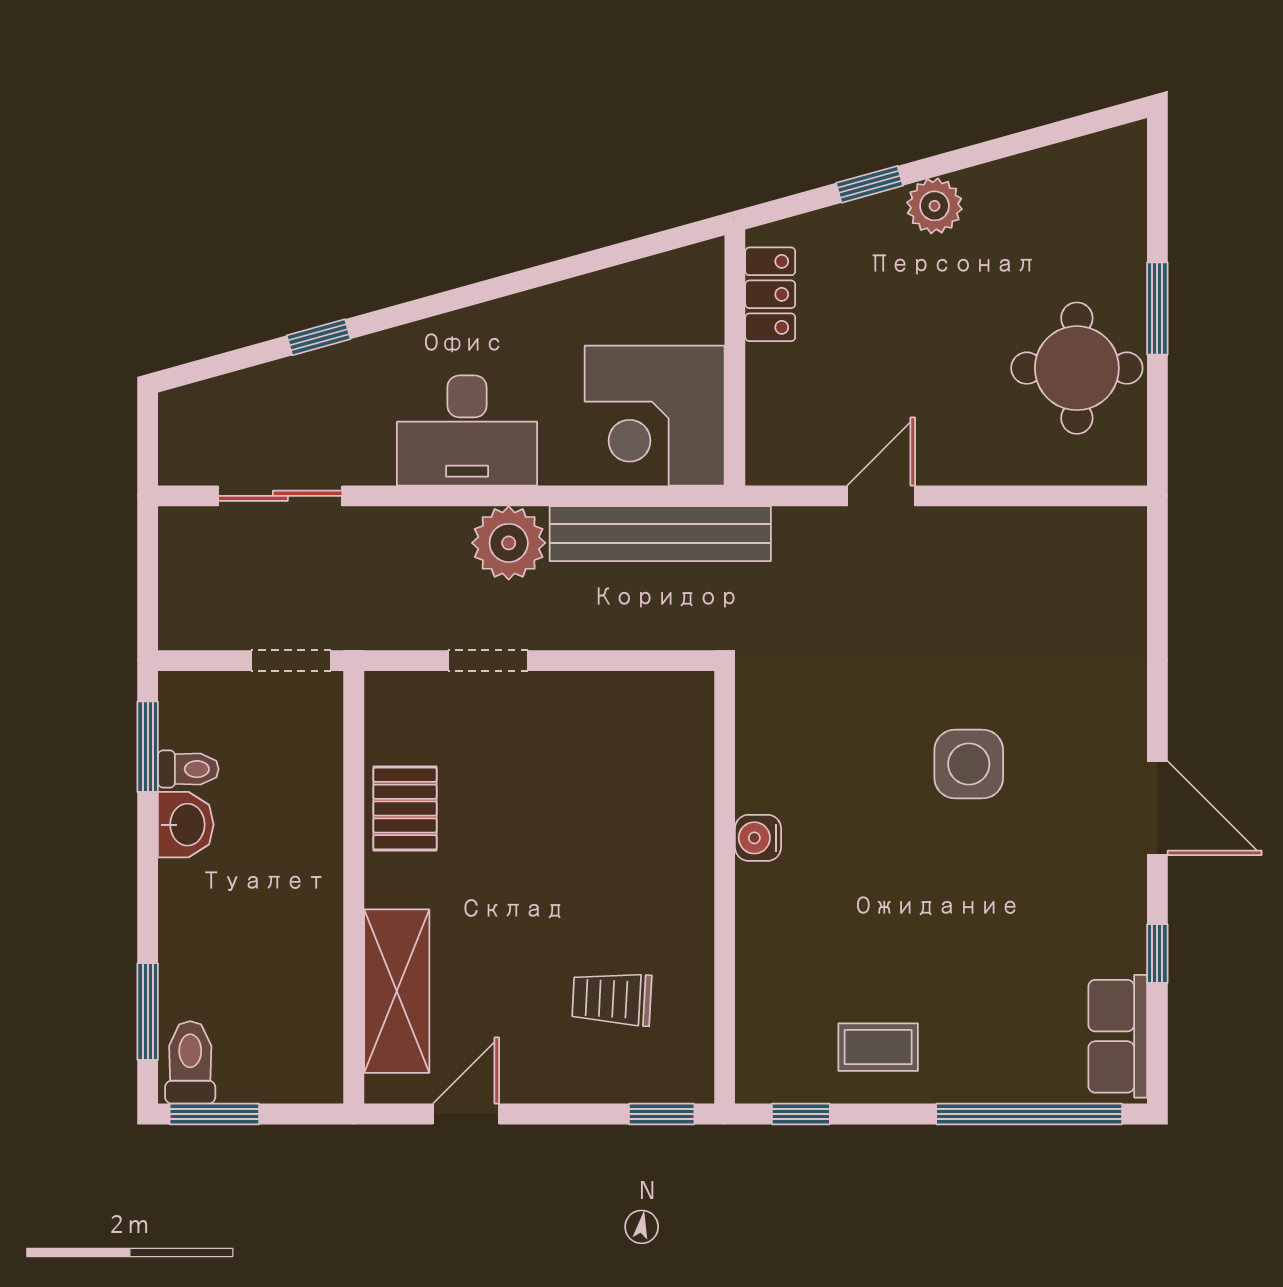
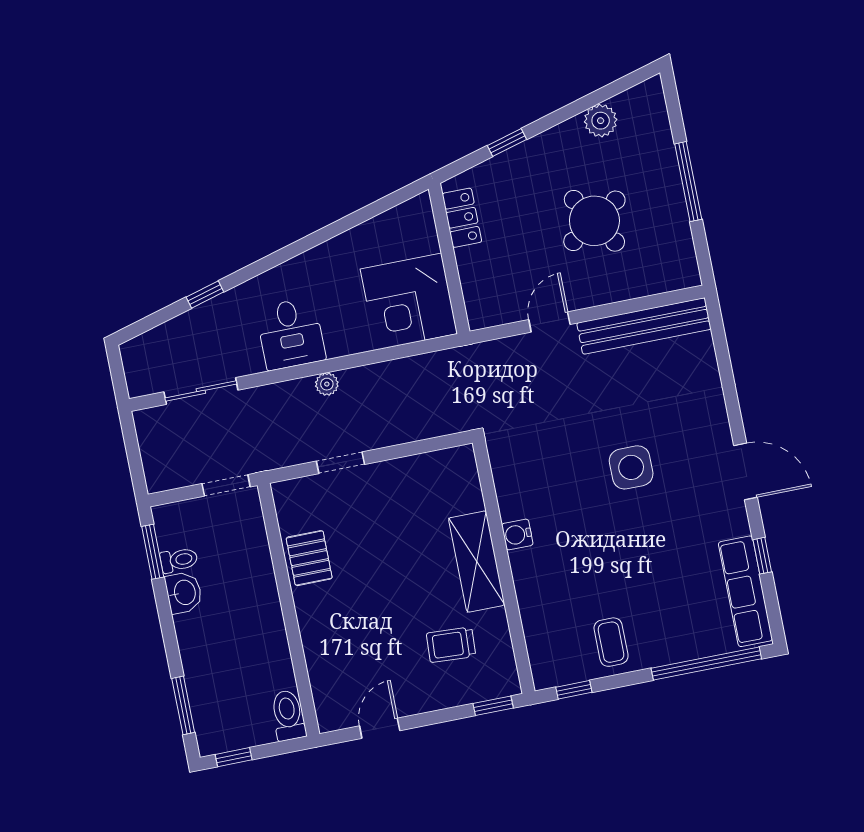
plant: (935, 206) -> (601, 121), moved
window: (1157, 309) -> (688, 182), width x1.44
round table: (1077, 368) -> (594, 221), moved, turned -33
desk: (467, 431) -> (291, 334), width x0.73
bench: (660, 534) -> (644, 326), moved
plant: (509, 543) -> (327, 384), width x0.53, depth x0.53
shelving: (397, 991) -> (477, 562), moved
row of seats: (1118, 1036) -> (745, 591), width x1.48
coffee table: (878, 1047) -> (611, 642), turned 90
toilet: (190, 1062) -> (288, 715), moved
window: (214, 1114) -> (234, 757), width x0.67

